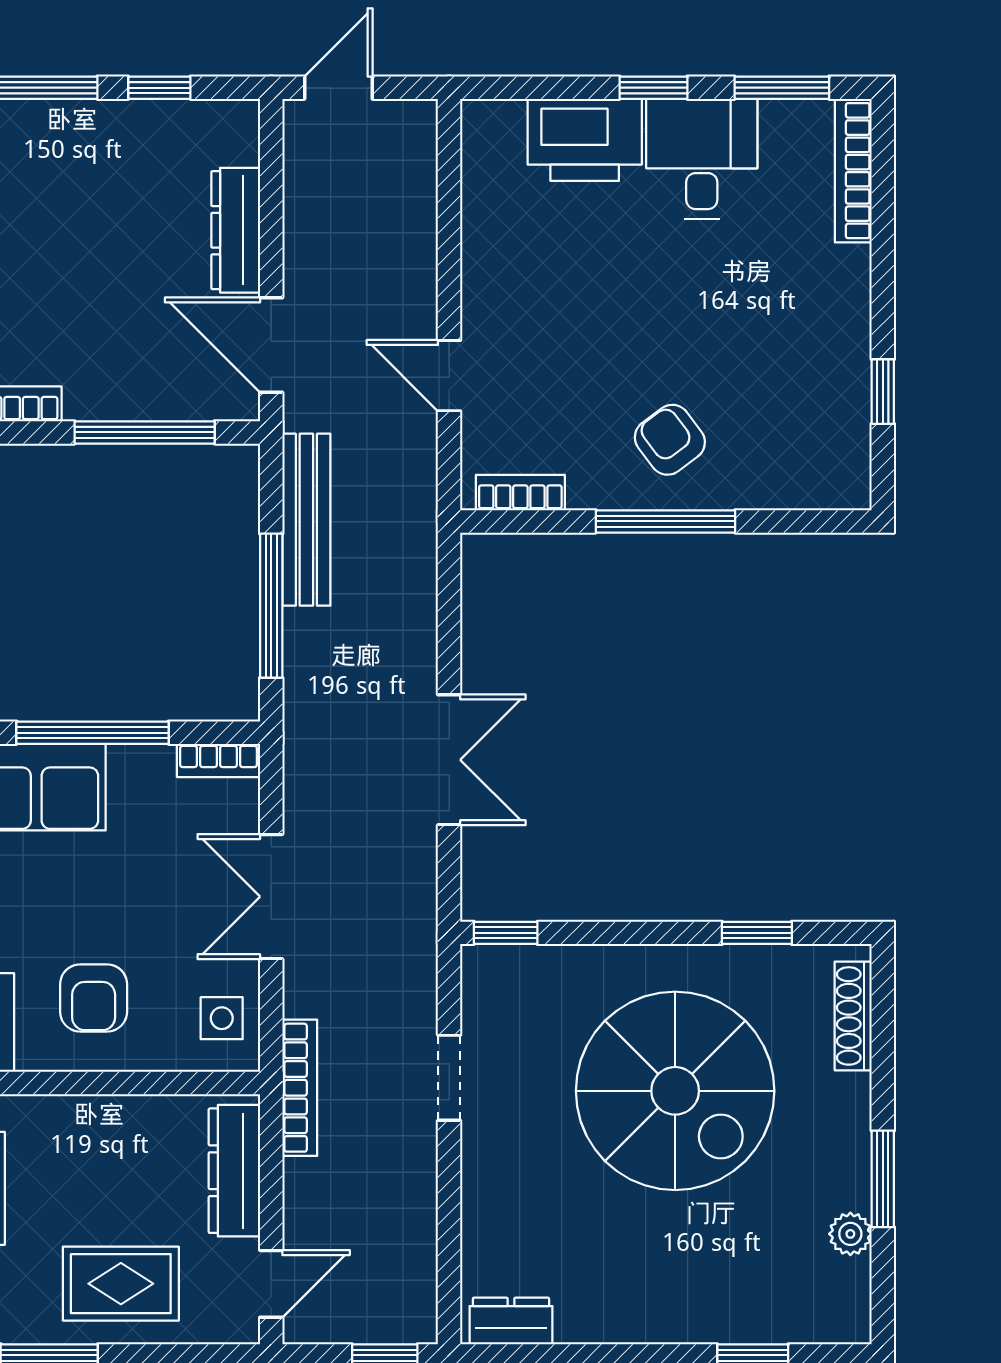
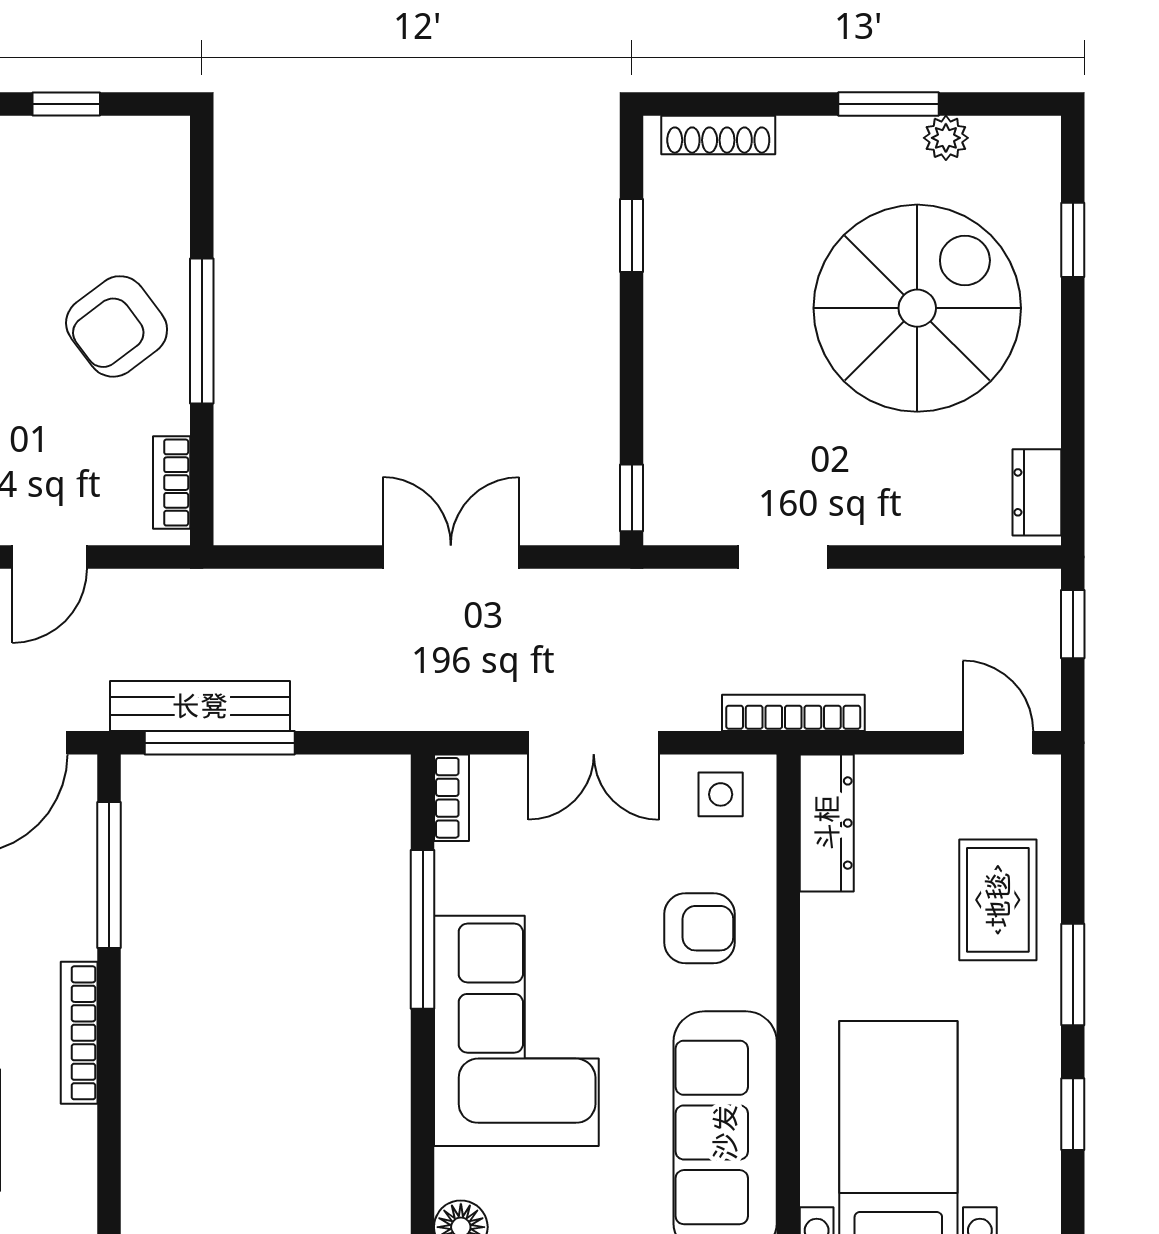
armchair: (670, 440) -> (117, 326), width x1.38, depth x1.38
window: (271, 606) -> (220, 743), moved
spiral stairs: (675, 1091) -> (917, 308), moved
dresser: (234, 1171) -> (827, 823), moved, turned -90

